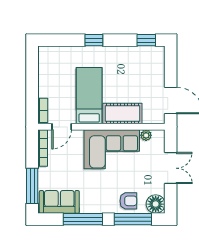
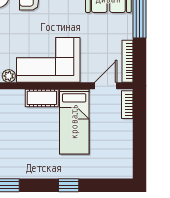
cot: (122, 114) -> (42, 98), width x0.73, depth x0.75

